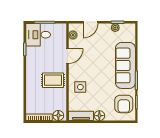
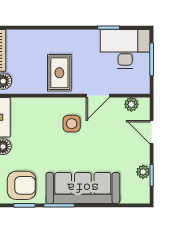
desk: (38, 35) -> (125, 49), width x1.37
door: (67, 56) -> (98, 96), hinge flipped
side table: (80, 87) -> (72, 124), moved
armchair: (124, 104) -> (22, 185), turned 180

